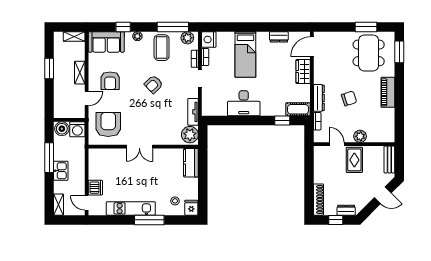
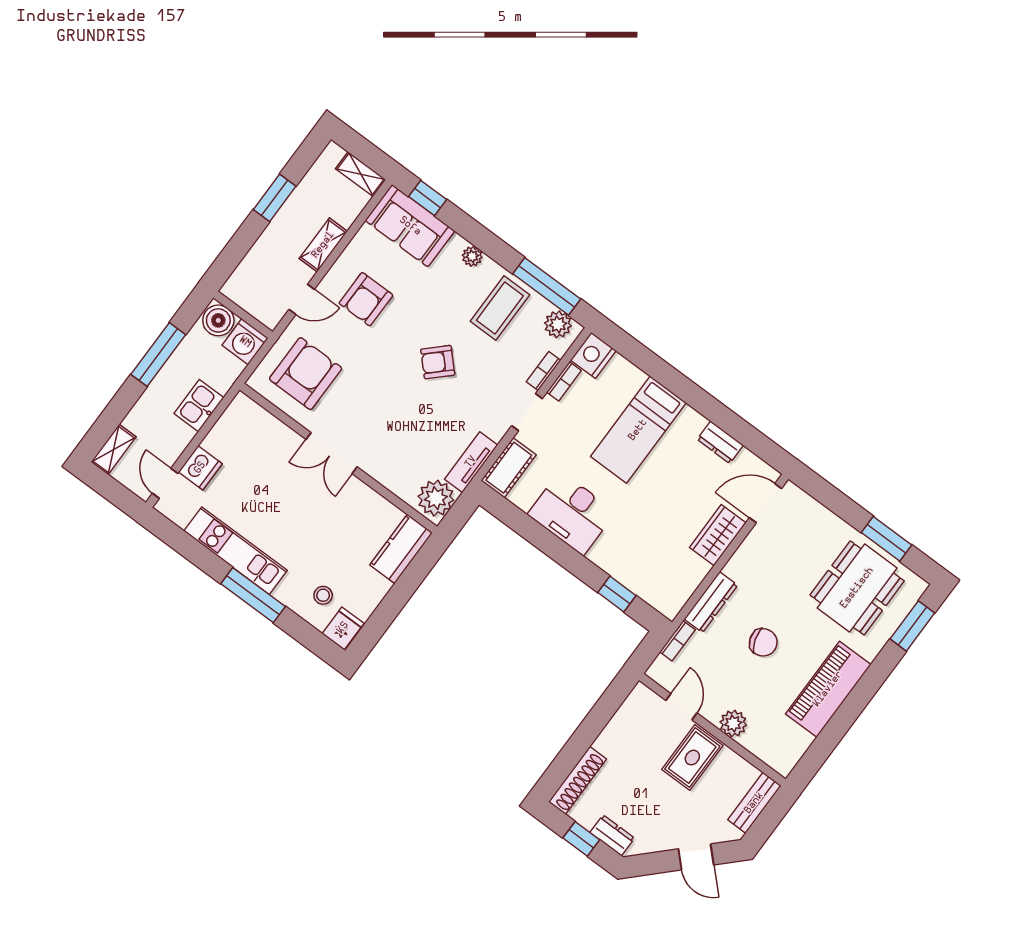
window: (123, 27) -> (428, 198), moved
piano: (388, 92) -> (828, 689), width x1.37, depth x1.33
cot: (298, 109) -> (509, 468), moved, turned 90
kitchen sink: (61, 171) -> (199, 406), moved, turned 180

